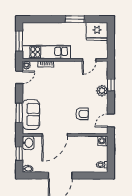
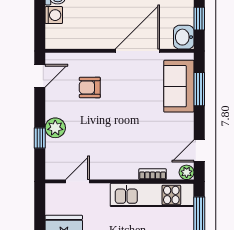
washing machine: (103, 141) -> (54, 15), moved

